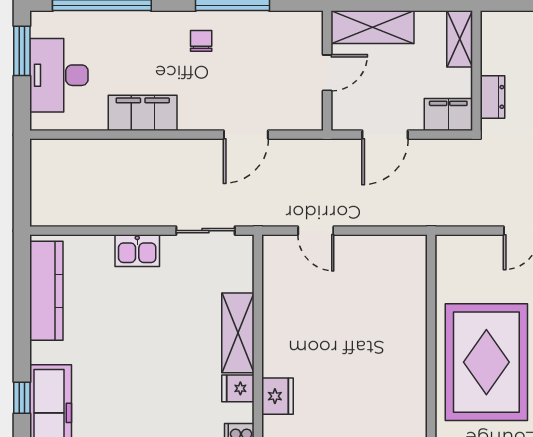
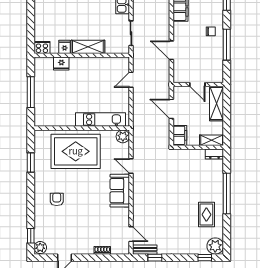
dresser: (492, 97) -> (214, 154), moved
plant: (451, 250) -> (123, 136), added
kitchen unit: (411, 303) -> (101, 119), added

